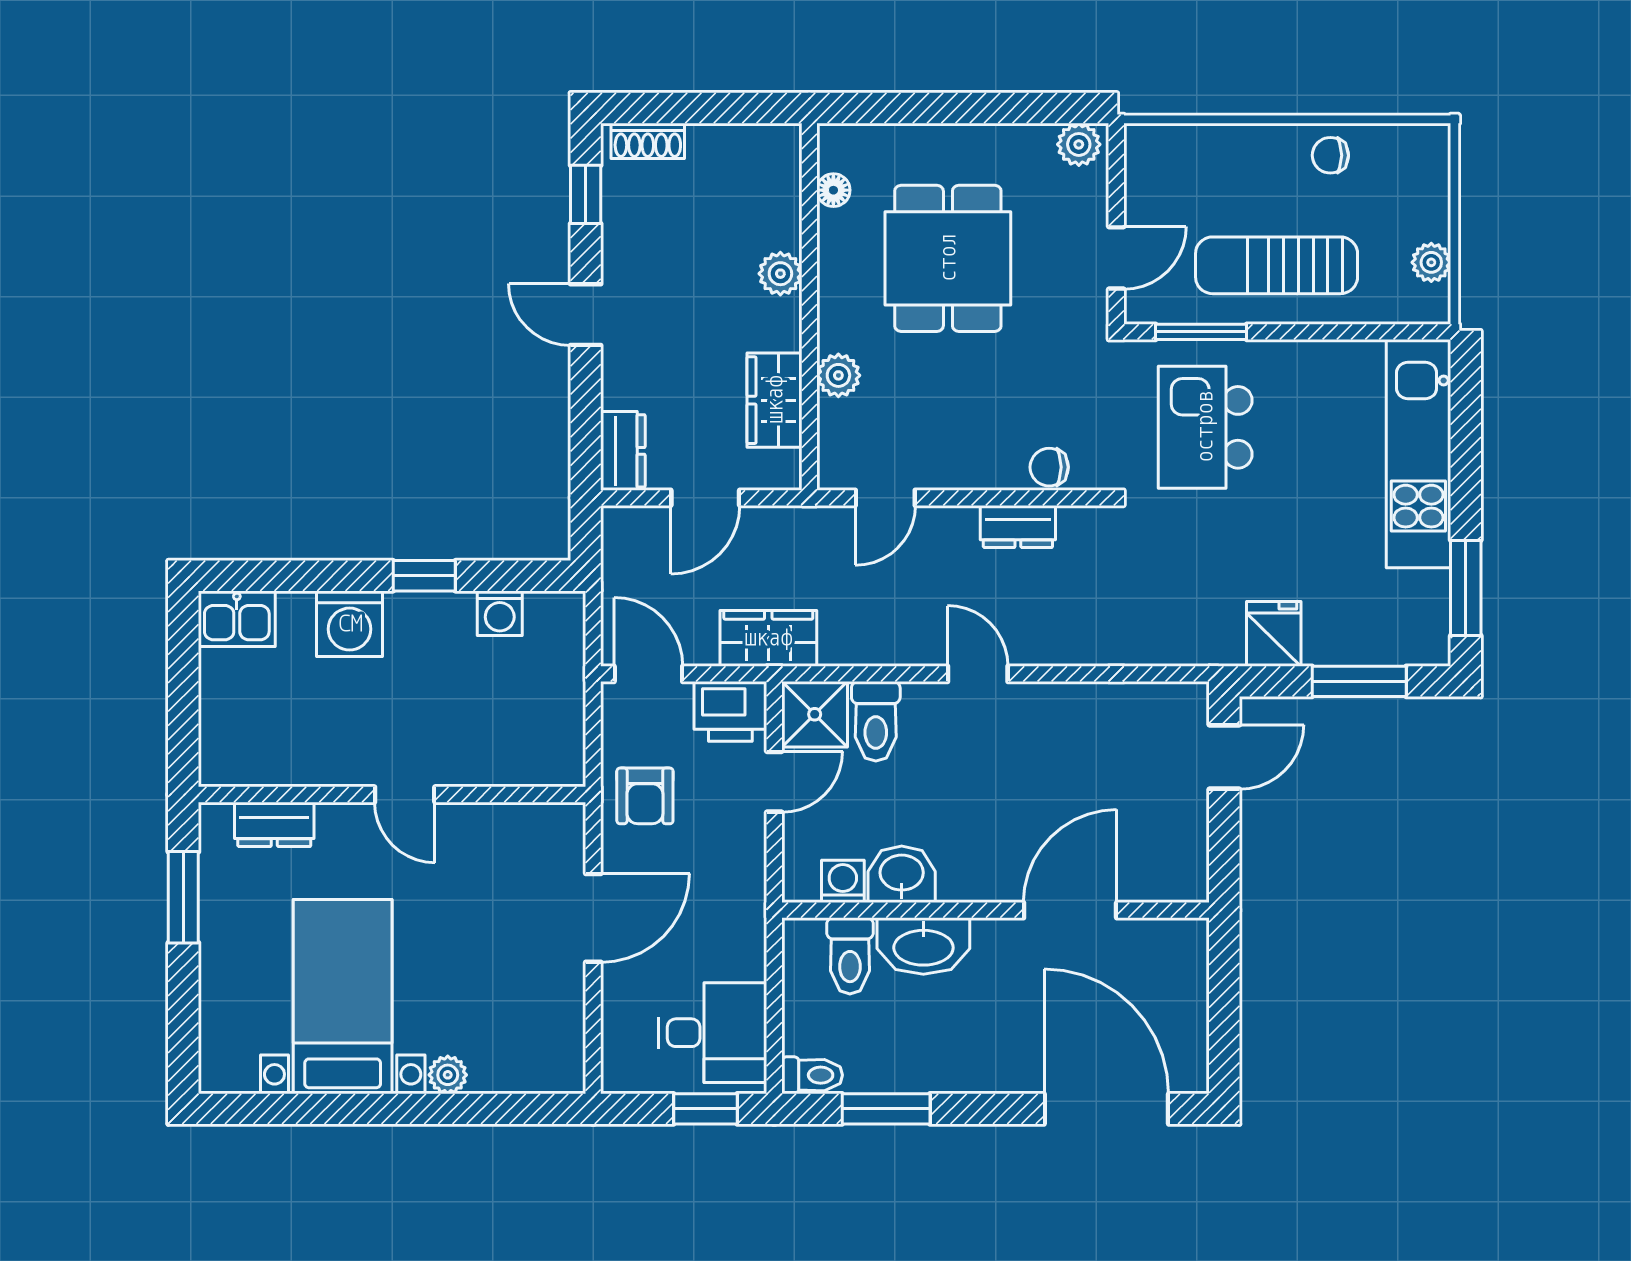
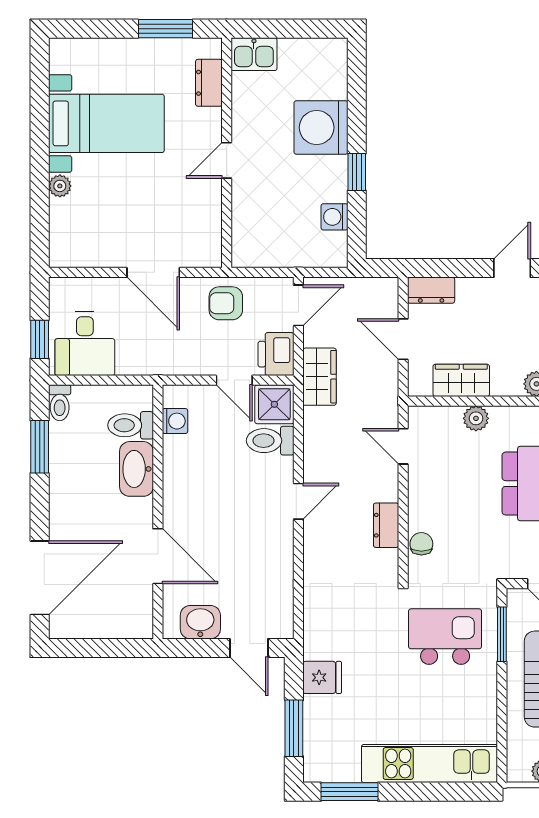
kitchen sink: (237, 619) -> (254, 54), moved, turned -90
washing machine: (350, 624) -> (321, 128), width x1.37, depth x1.37
washbasin: (902, 874) -> (200, 622), moved, turned -90

